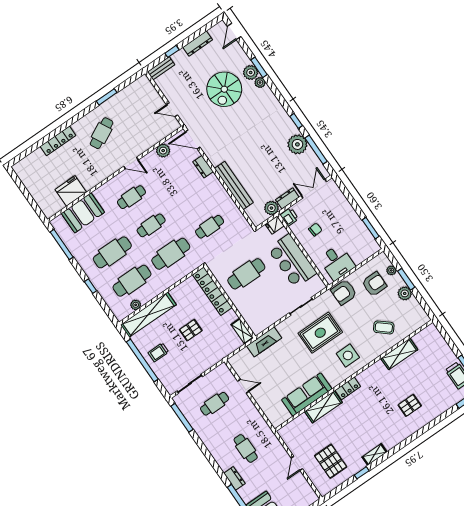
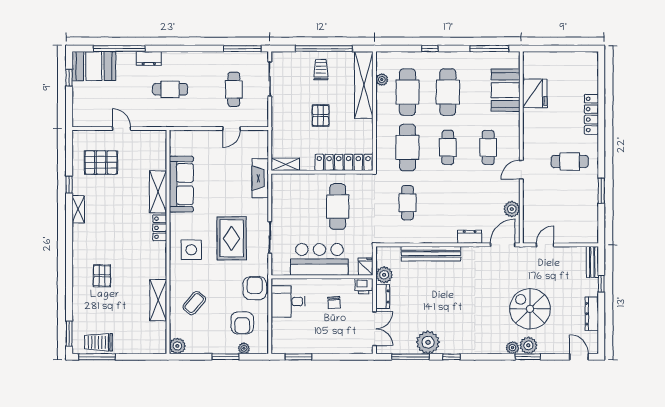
cafe table: (102, 133) -> (570, 161), turned -63
plant: (405, 293) -> (177, 346), moved

